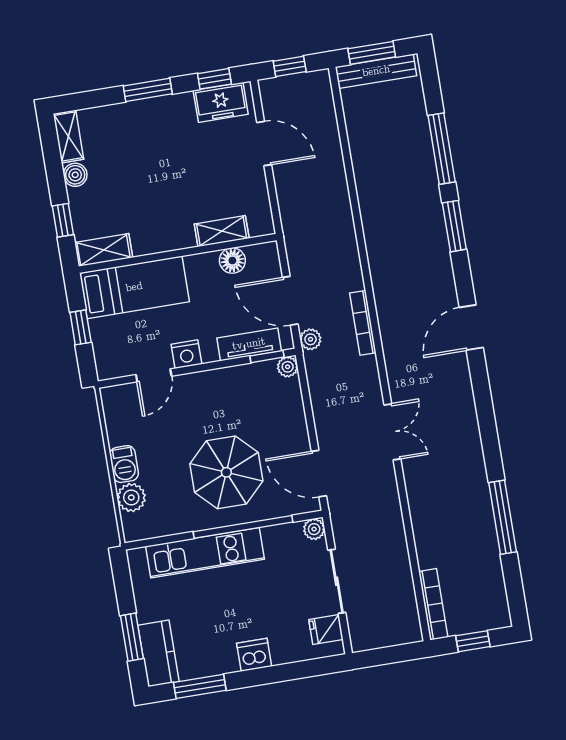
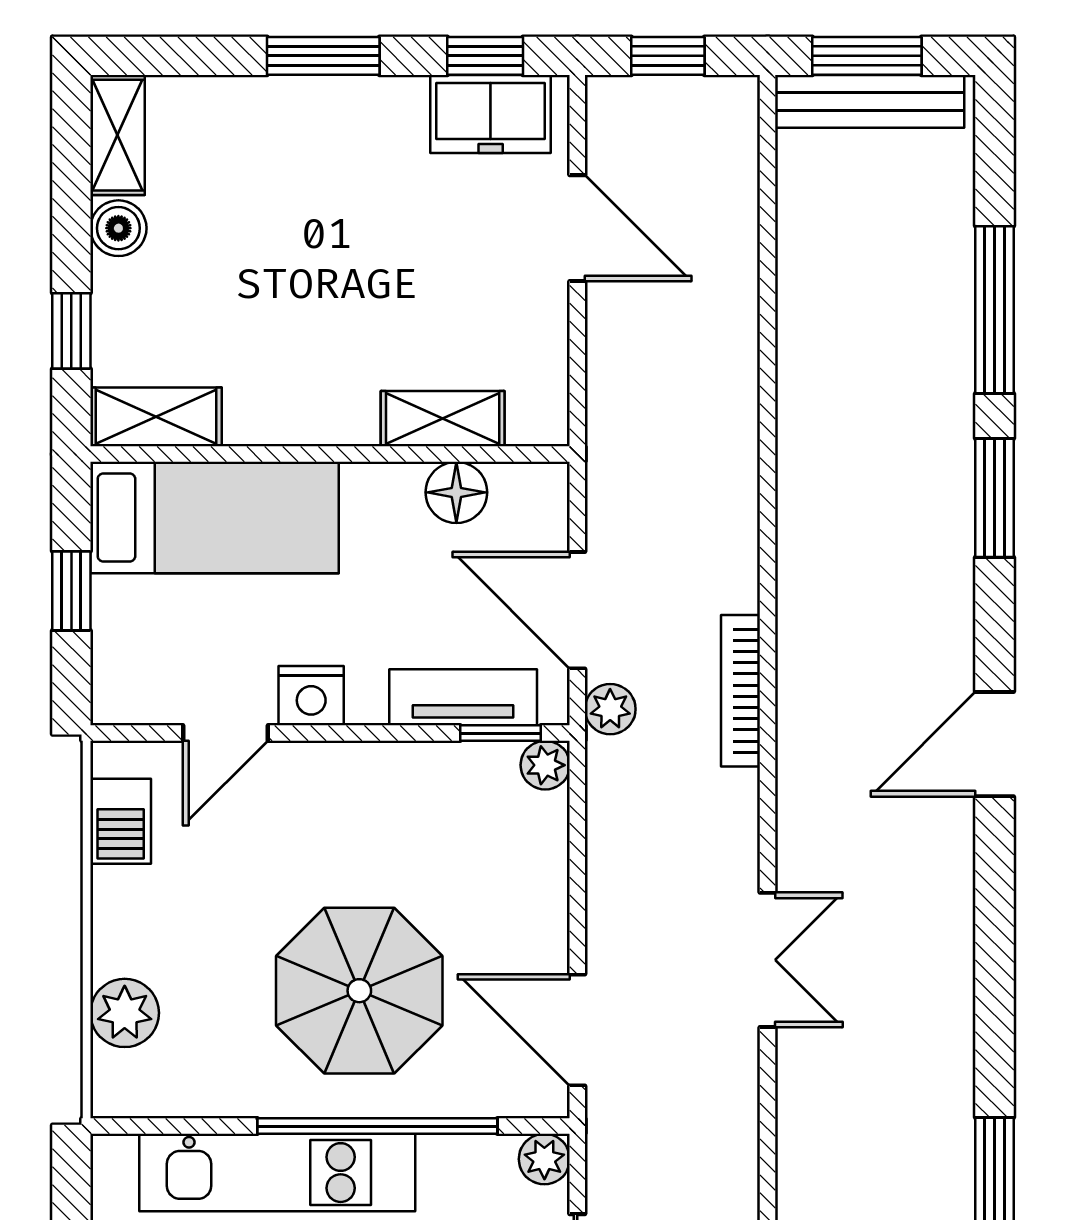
barbecue: (124, 464) -> (121, 821), moved

